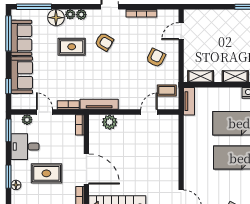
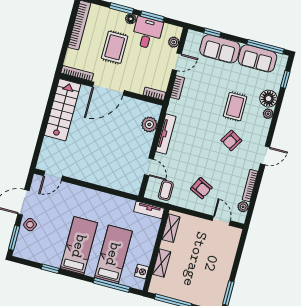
window: (34, 7) -> (285, 79), width x0.46
plant: (81, 15) -> (243, 207), moved
tv unit: (99, 104) -> (166, 134), moved
window: (9, 130) -> (152, 17), moved
floor lamp: (16, 185) -> (131, 19), moved

